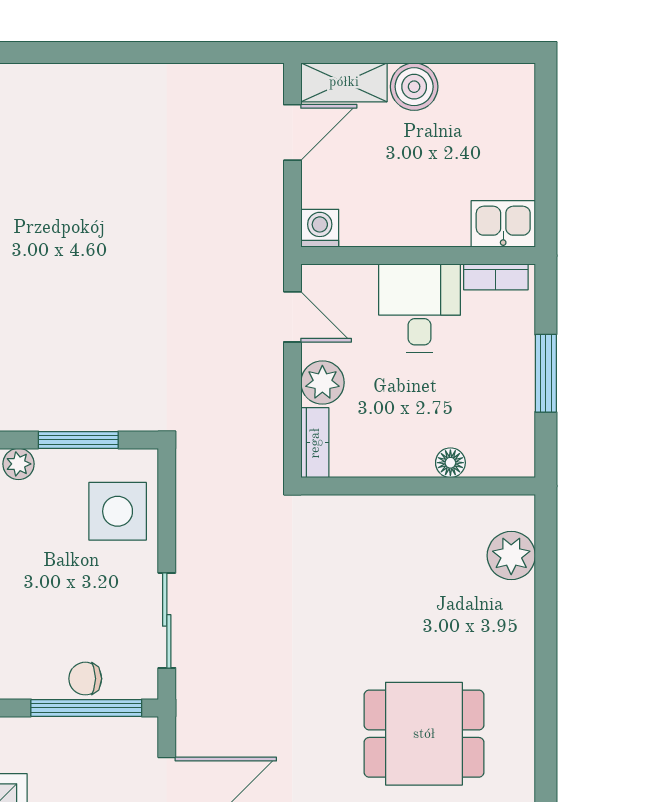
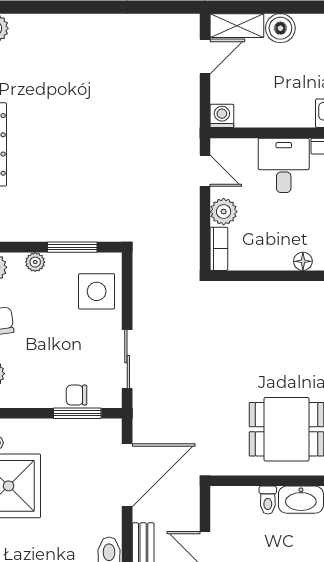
window: (86, 708) -> (77, 413), width x0.69

